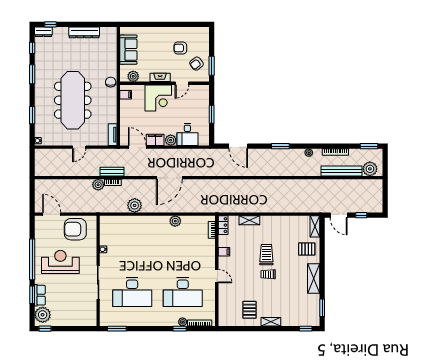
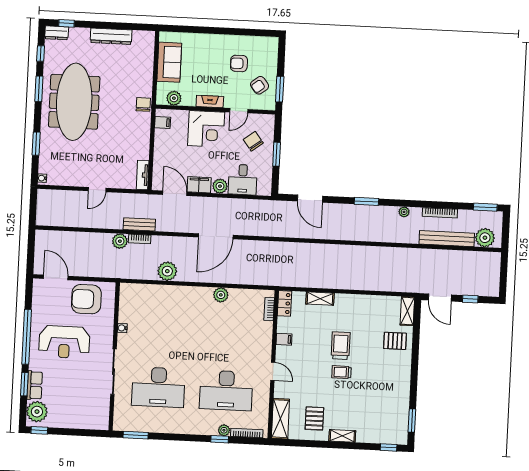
meeting table: (73, 100) -> (74, 102), moved
chair: (194, 106) -> (253, 141), added
reception desk: (60, 262) -> (64, 342), turned 180
shelving: (314, 278) -> (280, 419), moved

